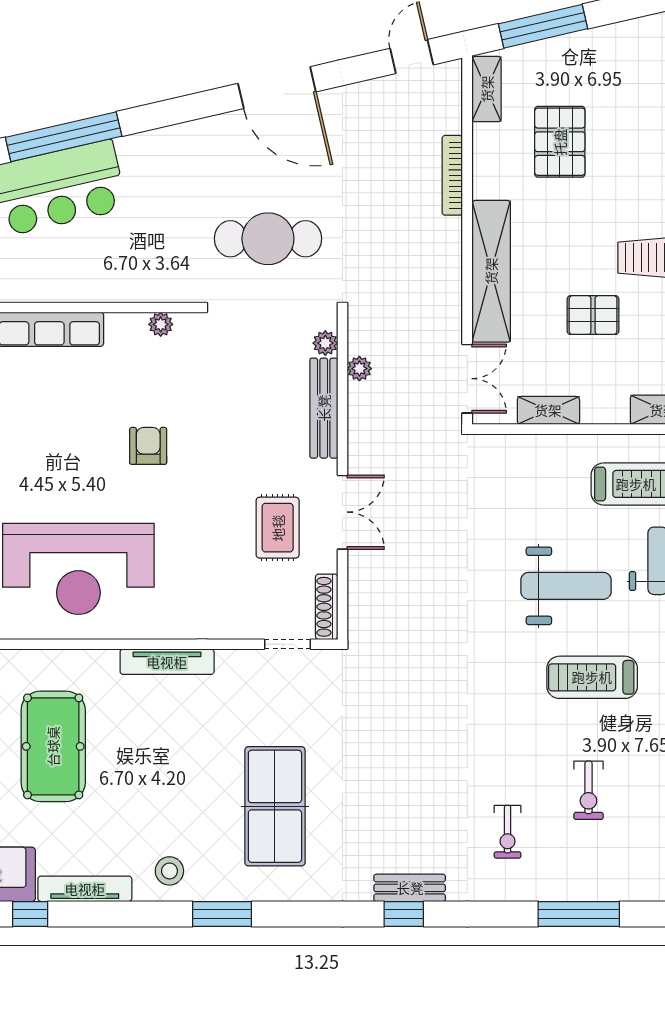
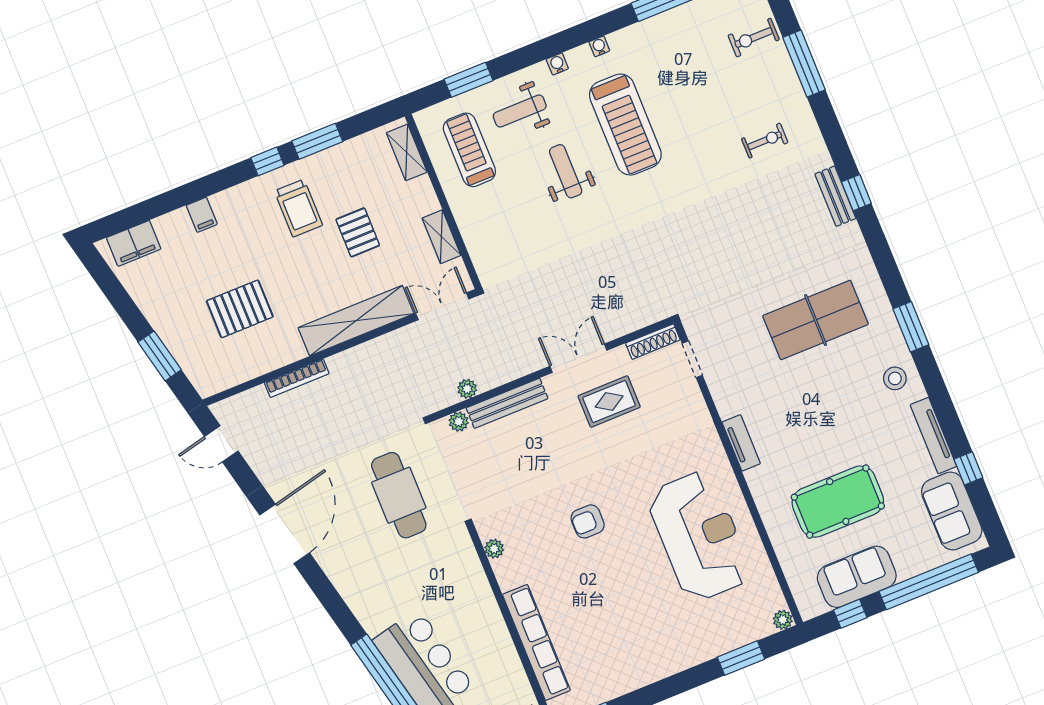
window: (543, 26) -> (160, 356), width x0.69
shelving: (487, 89) -> (223, 379), removed
weight bench: (566, 586) -> (566, 171), width x0.73, depth x0.75
tv unit: (167, 662) -> (741, 443), width x0.71
treadmill: (592, 677) -> (625, 125), width x1.37, depth x1.38
exercise bike: (588, 790) -> (754, 38), moved, turned 180

